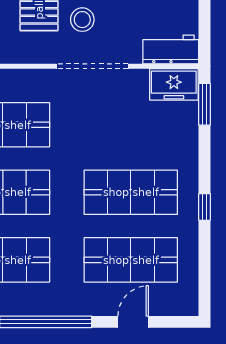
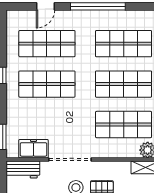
freezer: (174, 84) -> (33, 149), moved

